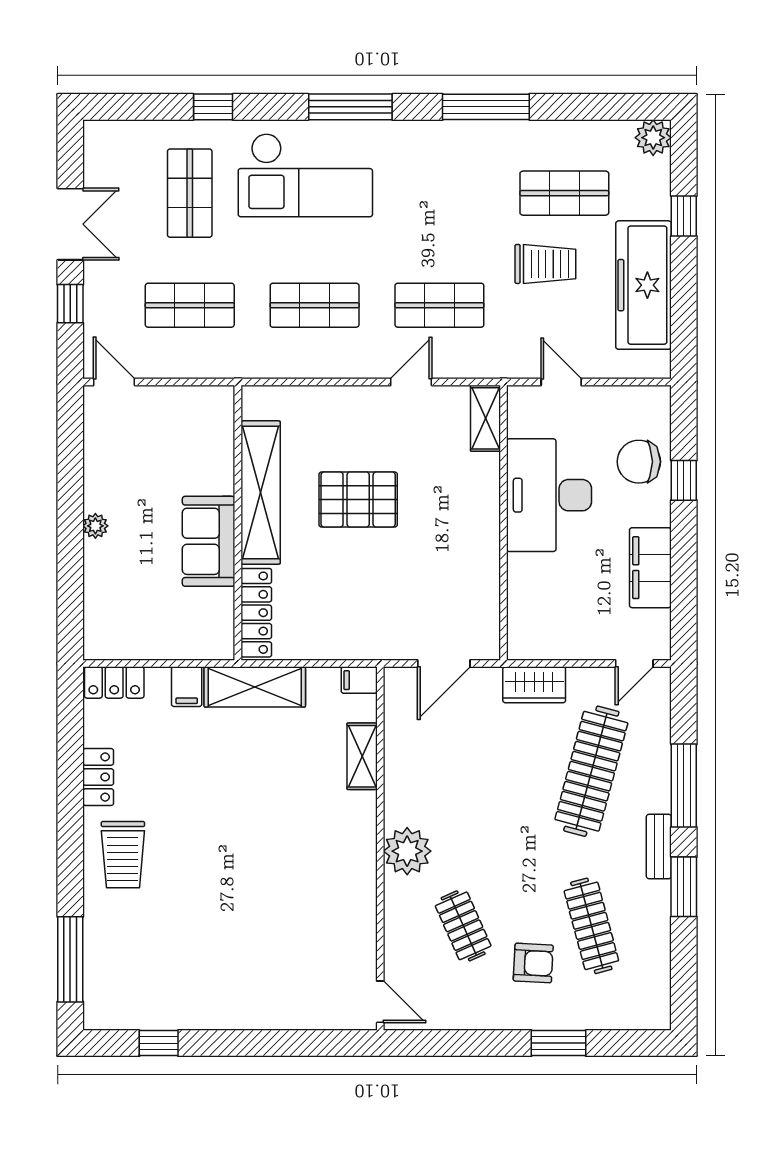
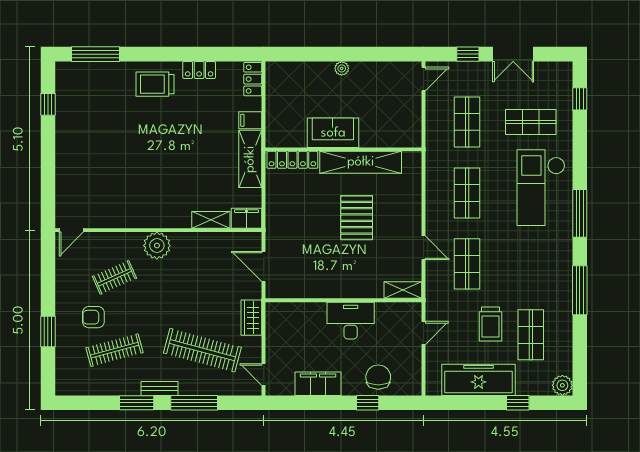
window: (213, 107) -> (580, 99), moved
desk: (549, 495) -> (351, 321), width x0.73, depth x0.77
filing cabinet: (359, 680) -> (247, 218), width x2.00
armchair: (533, 963) -> (93, 317), turned 87

